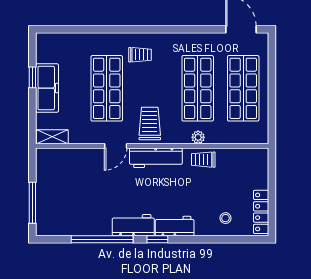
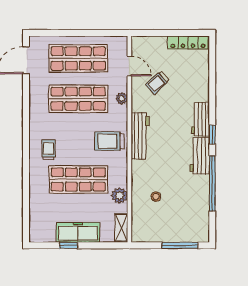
plant: (89, 135) -> (120, 196), added
door: (116, 146) -> (129, 66), moved
trolley: (203, 160) -> (157, 83), moved, turned 48
stool: (226, 218) -> (156, 197), moved

